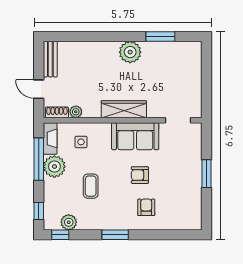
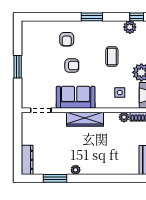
plant: (130, 52) -> (76, 170), width x0.53, depth x0.53
dresser: (195, 59) -> (27, 160), added

